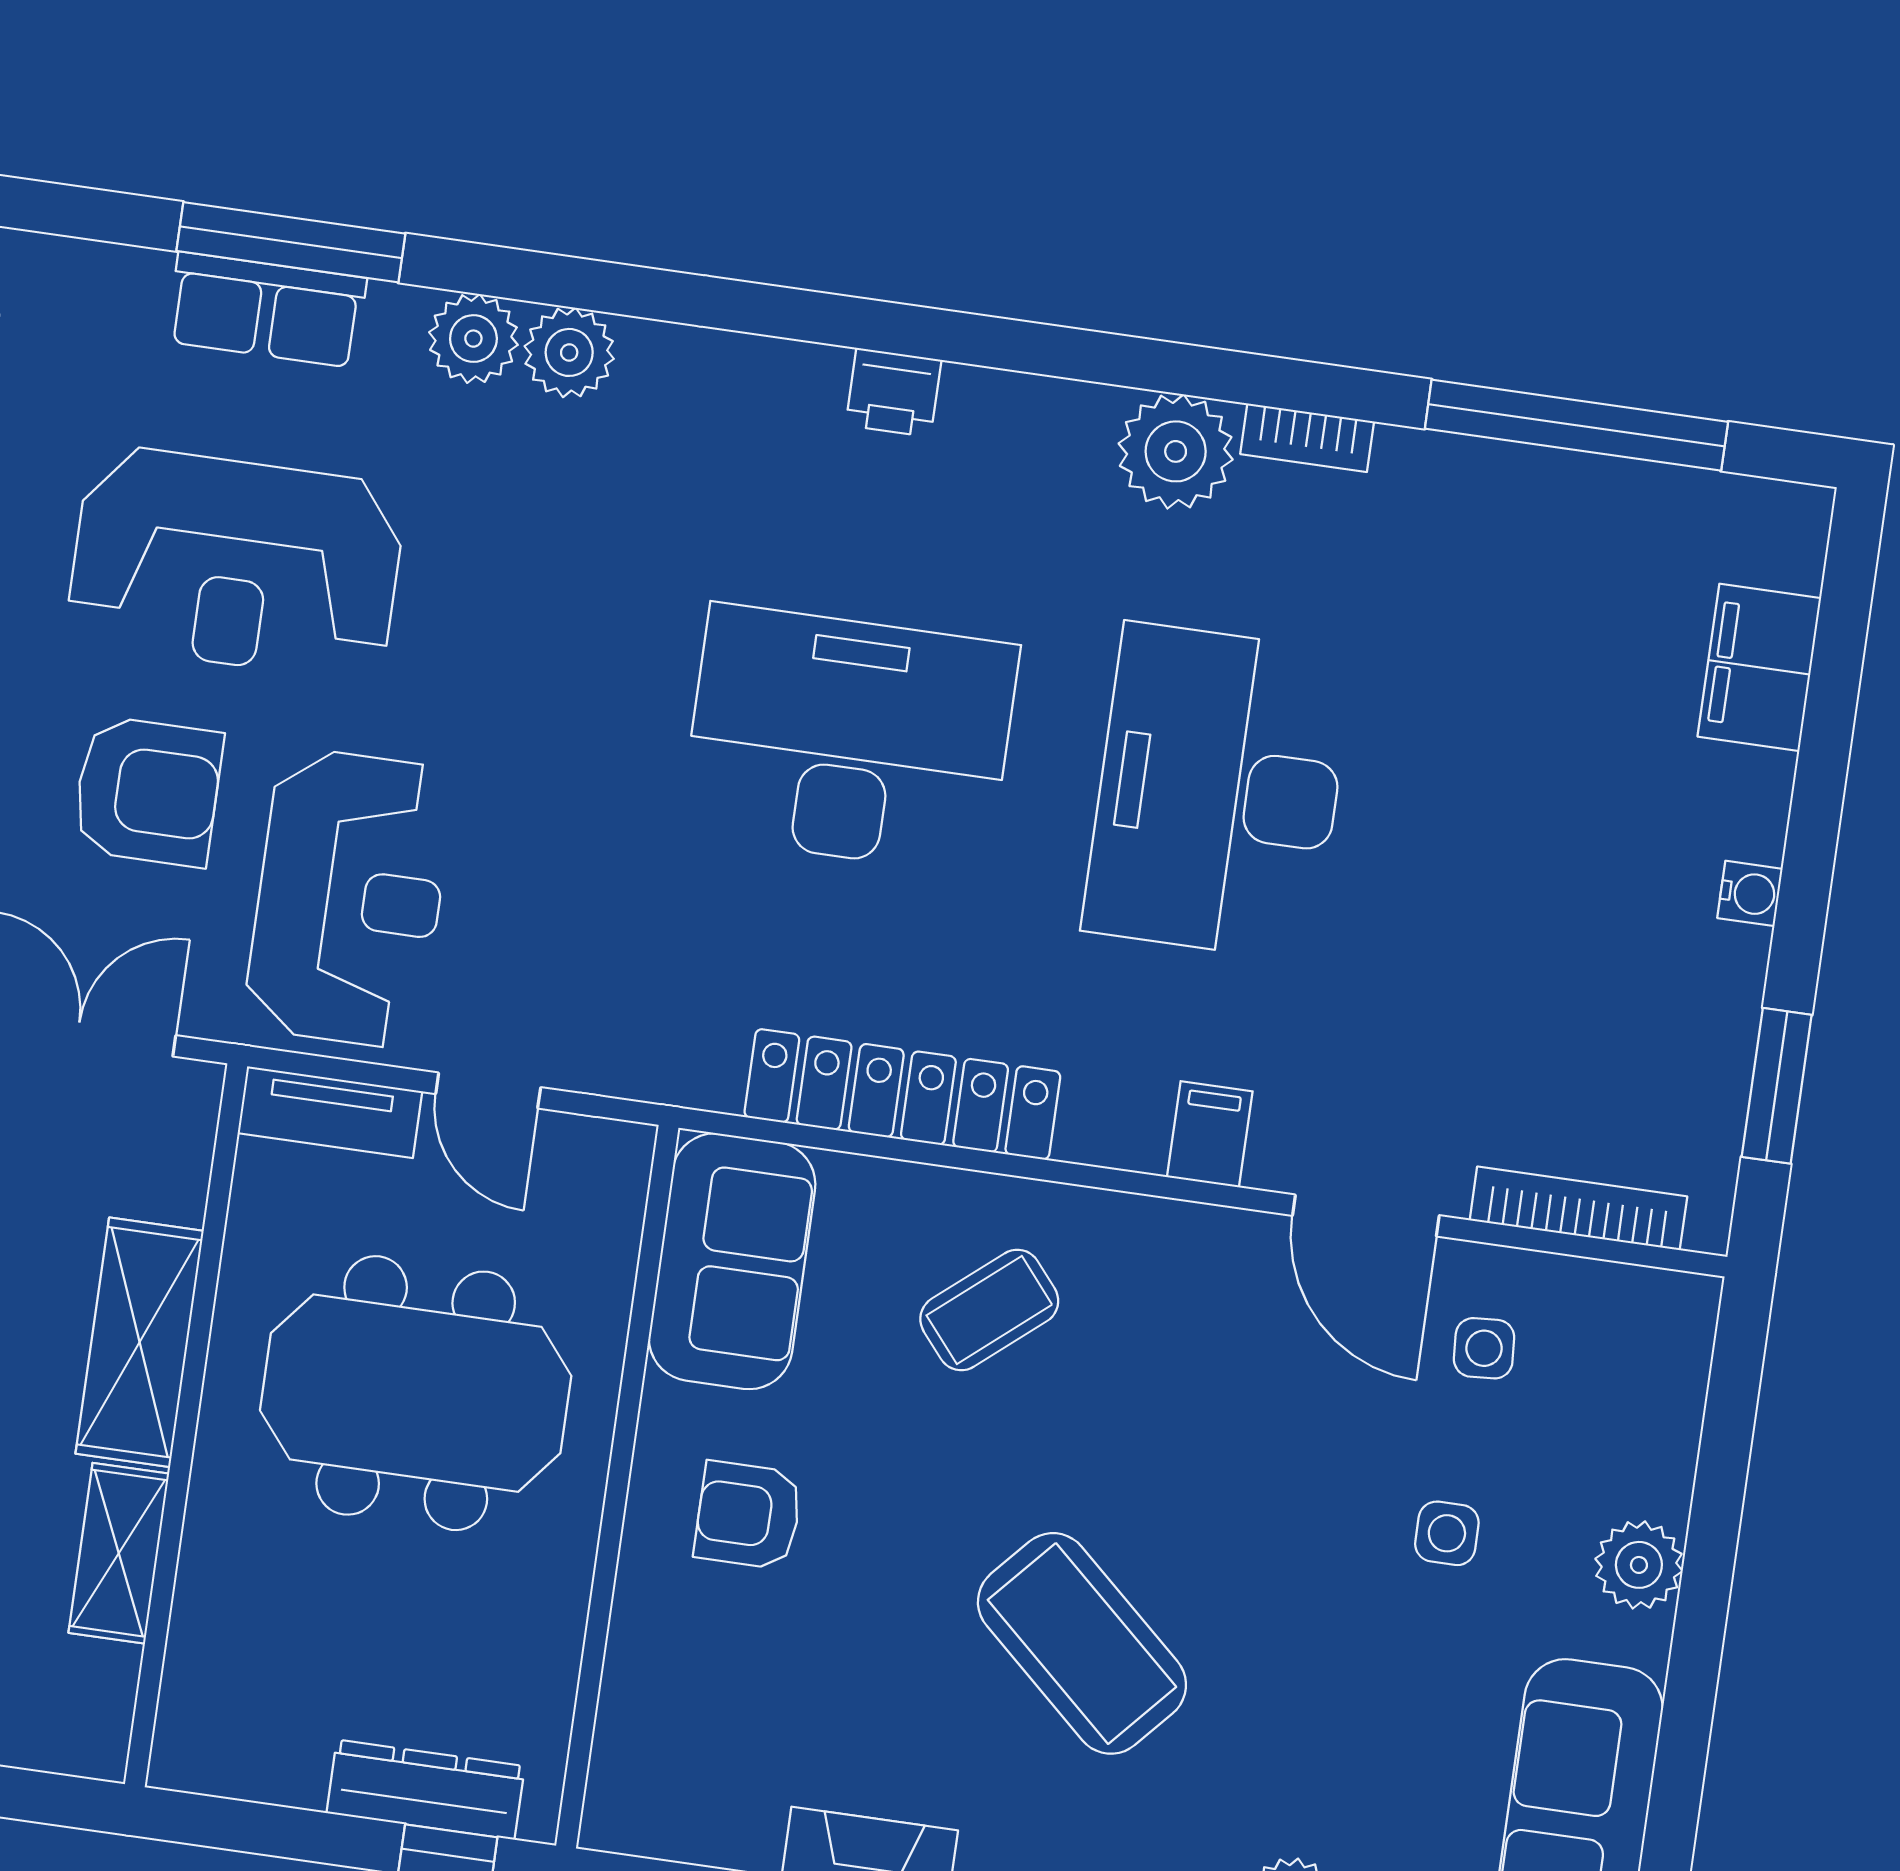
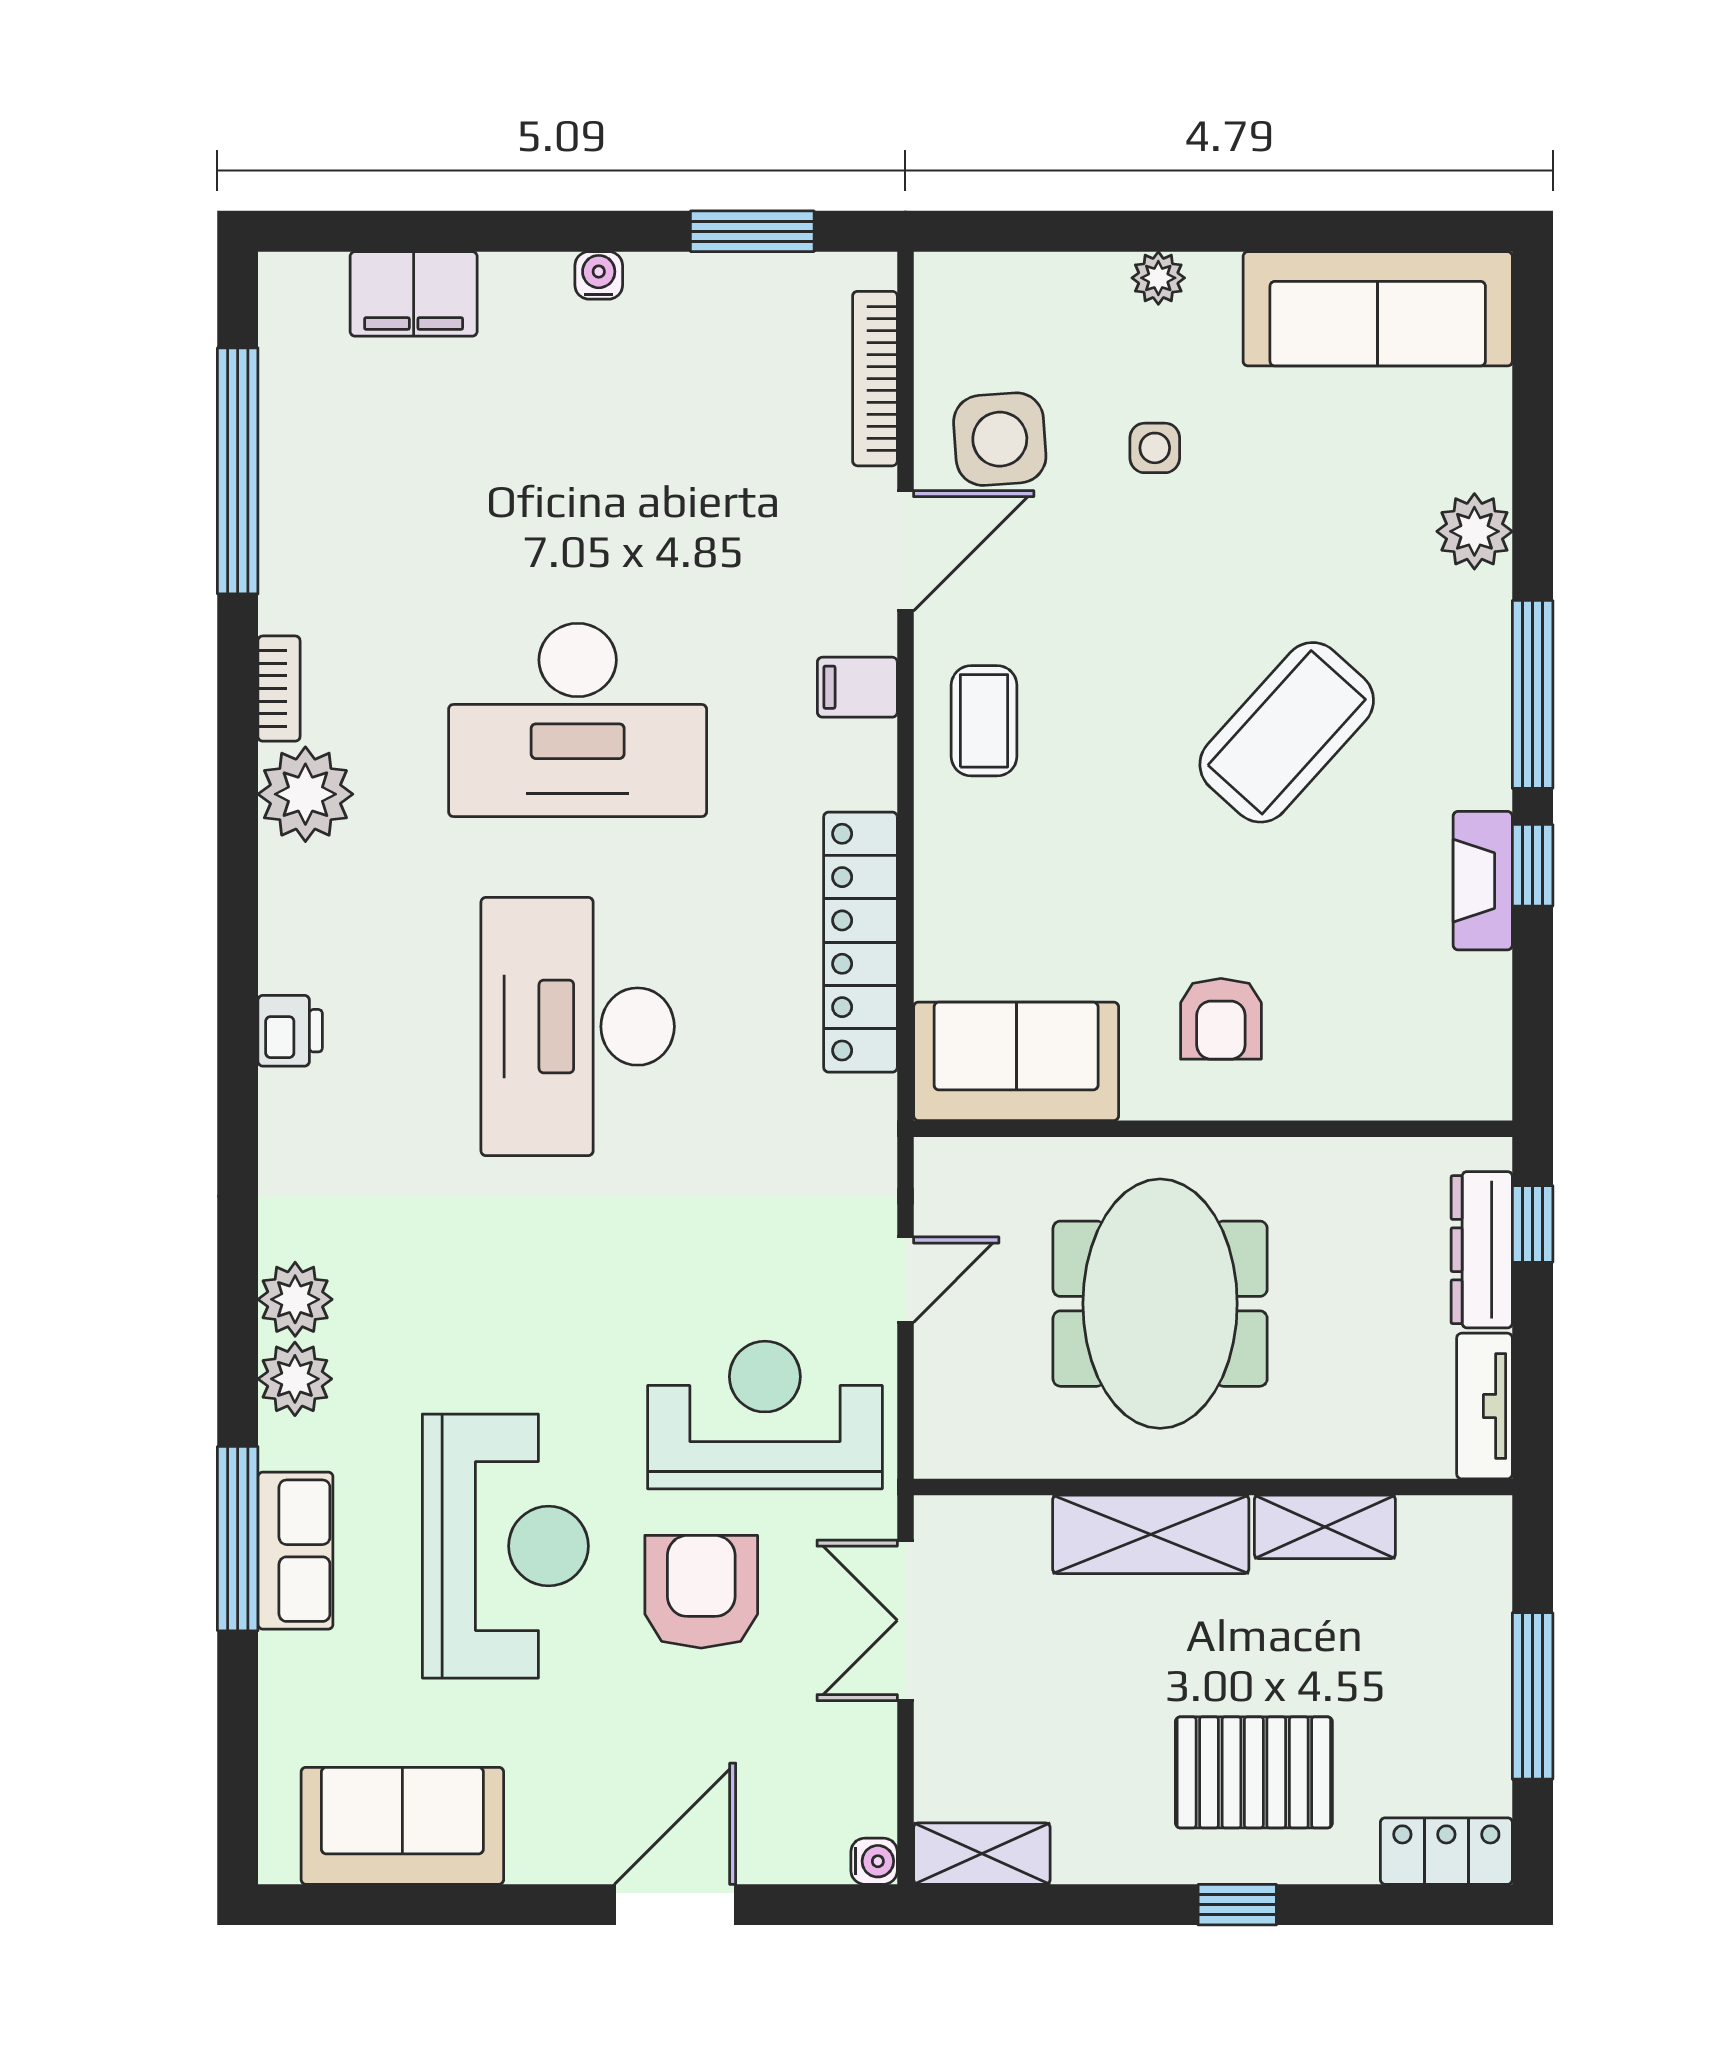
tv unit: (330, 1112) -> (1485, 1406), moved, turned 180
coffee table: (989, 1310) -> (984, 721), moved, turned 40
side table: (1484, 1348) -> (1000, 439), width x1.87, depth x1.87
plant: (1639, 1565) -> (1158, 278), width x0.73, depth x0.73

